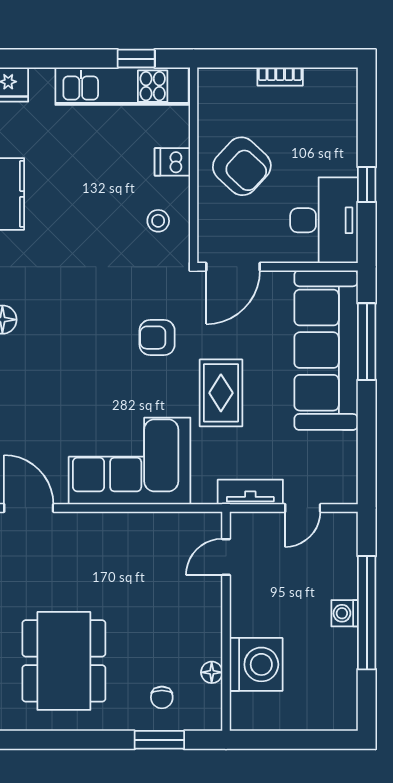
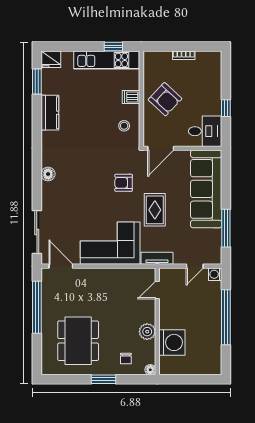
desk: (324, 220) -> (205, 131), width x0.73
window: (367, 342) -> (226, 228), moved
tv unit: (250, 492) -> (157, 258), moved
washing machine: (345, 613) -> (215, 274), moved
plant: (205, 642) -> (147, 332), added
floor lamp: (212, 672) -> (150, 370), moved
window: (159, 740) -> (104, 379), moved

